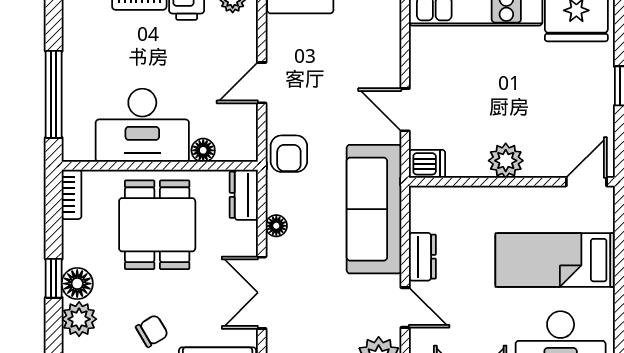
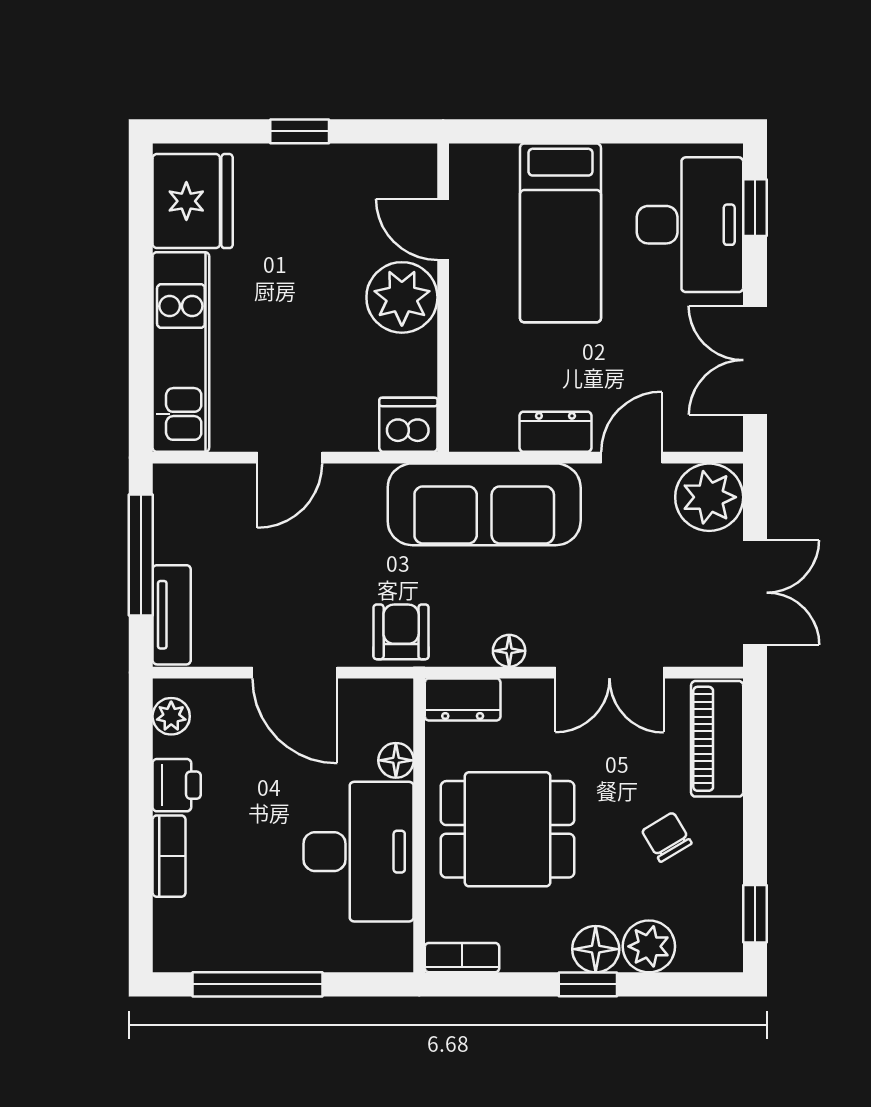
door: (262, 83) -> (295, 673), width x1.38
window: (54, 94) -> (258, 984), moved
door: (405, 110) -> (290, 458), moved
armchair: (289, 154) -> (401, 632), turned -90
plant: (506, 161) -> (402, 297), width x1.36, depth x1.36
dishwasher: (427, 164) -> (408, 425), width x1.38
door: (586, 182) -> (443, 229), moved

